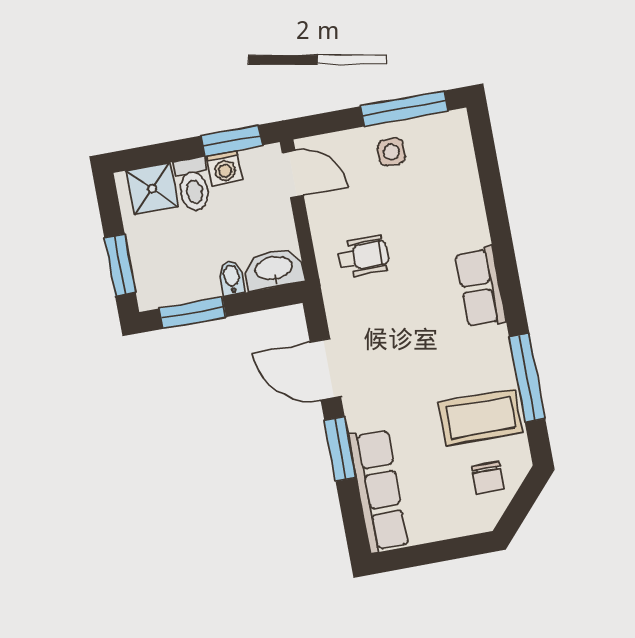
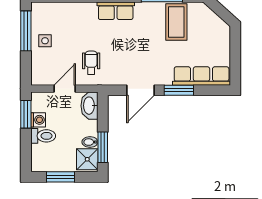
door: (293, 174) -> (65, 89), moved
shower: (152, 189) -> (87, 159), moved
window: (120, 265) -> (61, 177), moved
bidet: (232, 278) -> (90, 142), moved
chair: (488, 478) -> (205, 24), removed

